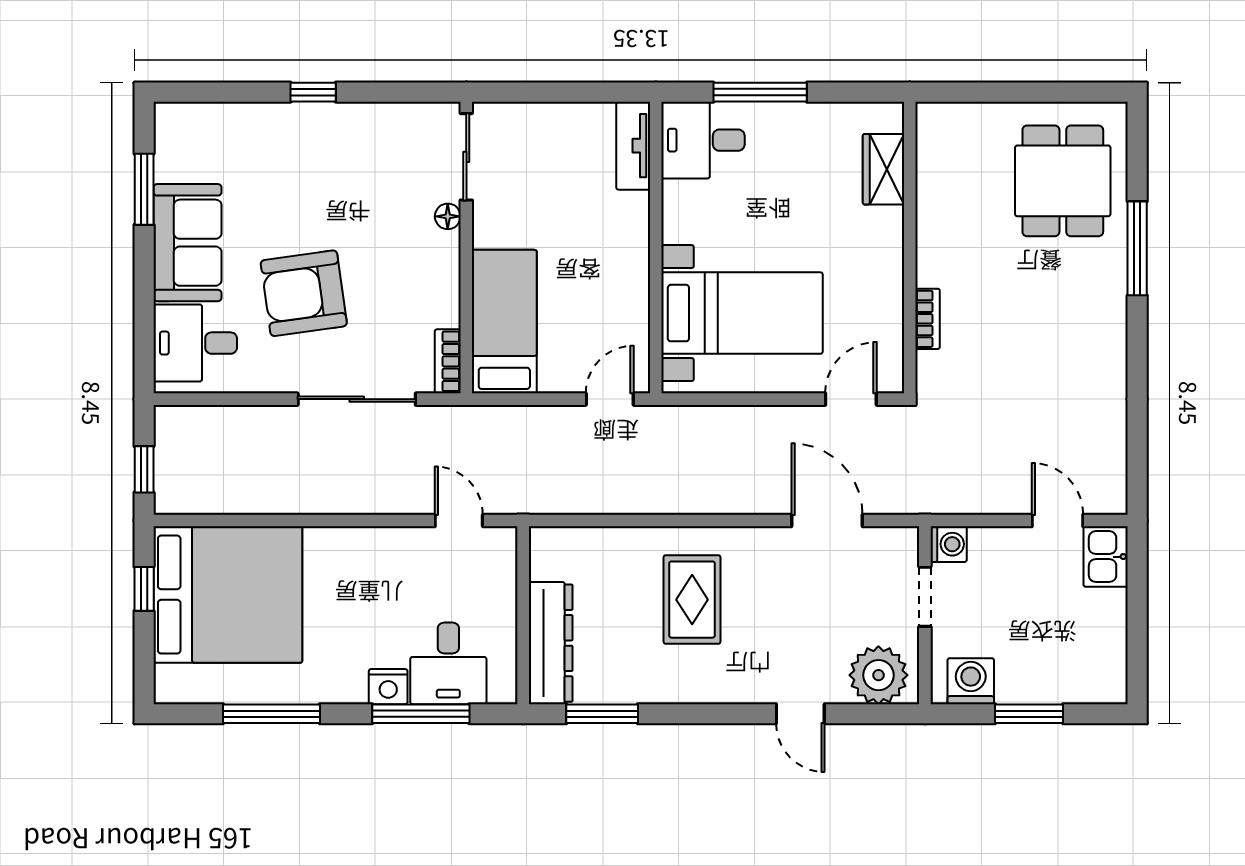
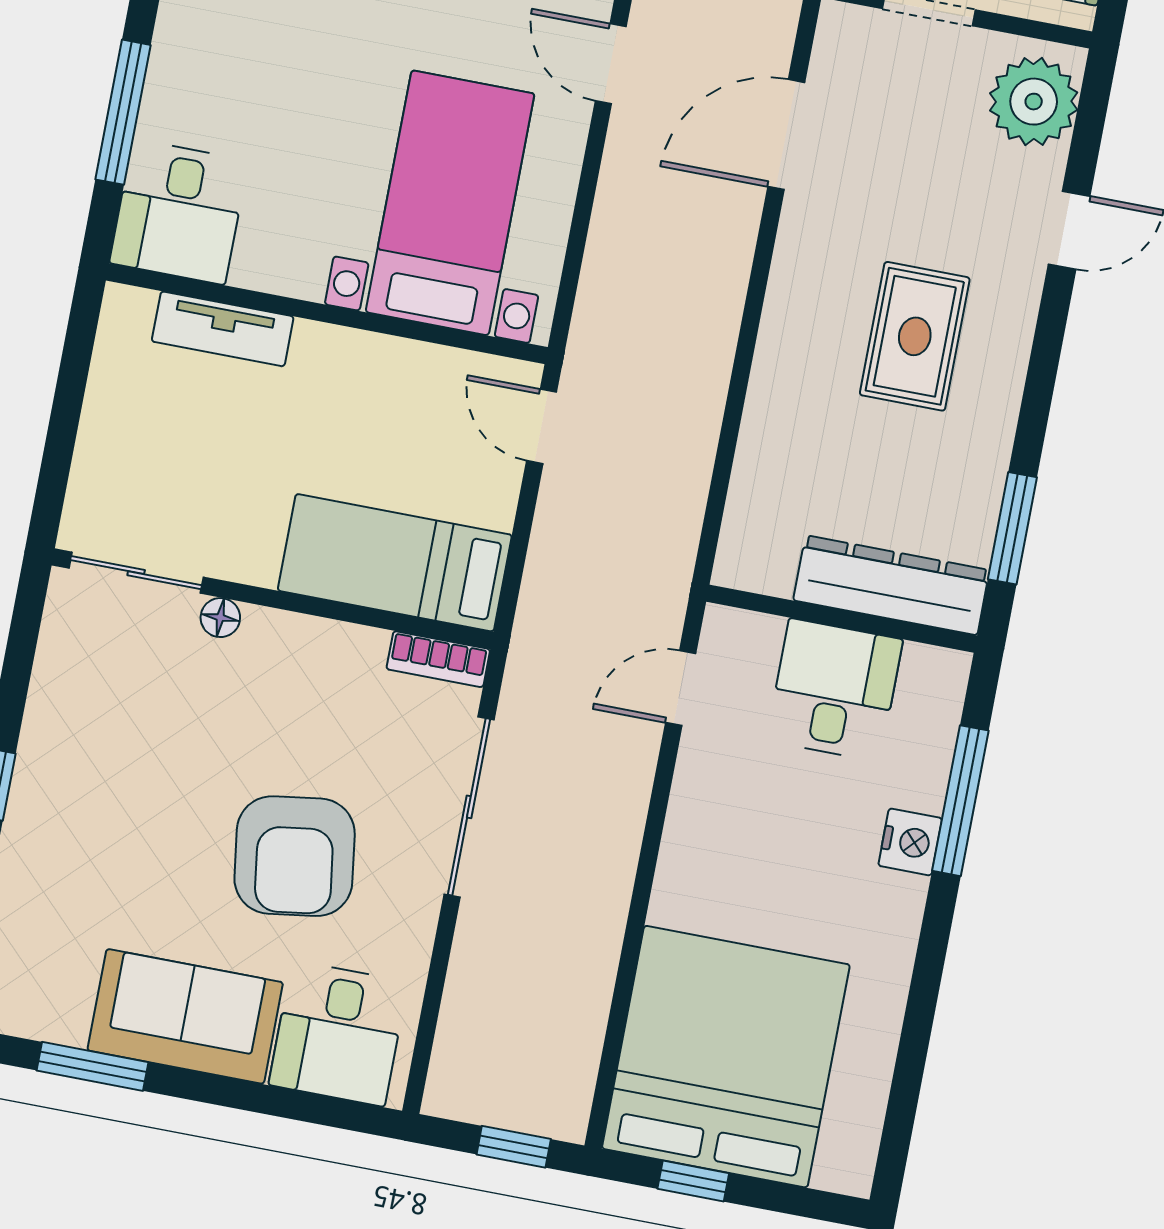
tv unit: (633, 146) -> (223, 329), moved
rug: (692, 600) -> (915, 336), moved, turned 90
desk: (448, 663) -> (835, 690), moved, turned -90
window: (271, 714) -> (918, 1025), removed

